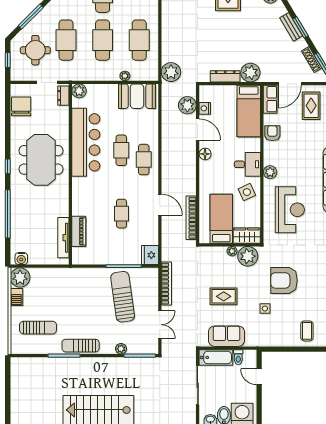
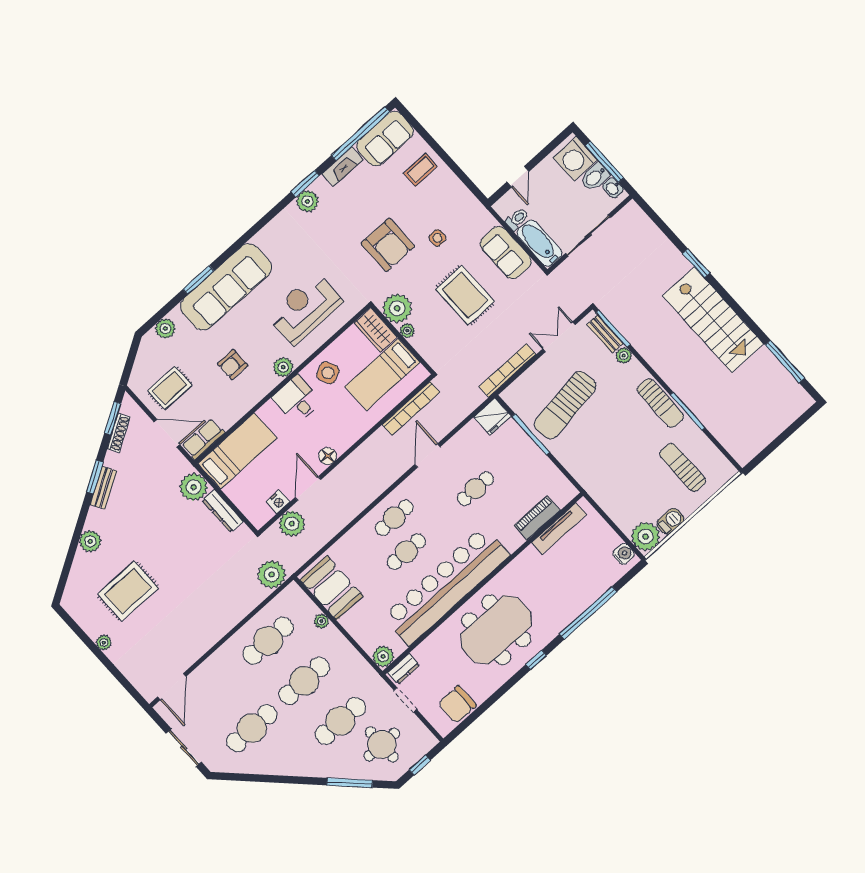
armchair: (272, 133) -> (233, 365), moved
bar counter: (86, 142) -> (446, 586), width x1.36
rug: (224, 296) -> (465, 295), width x1.36, depth x1.43
bench: (140, 349) -> (605, 334), added

